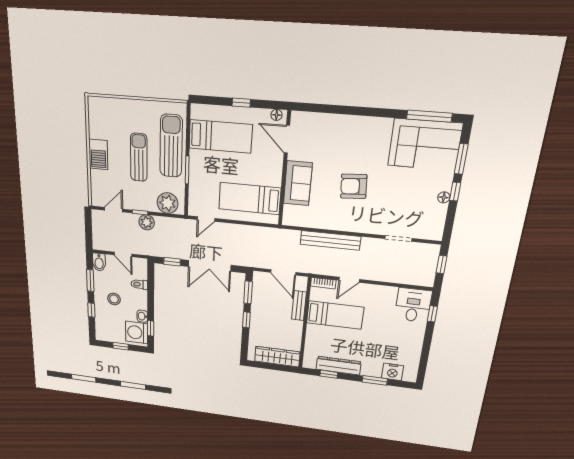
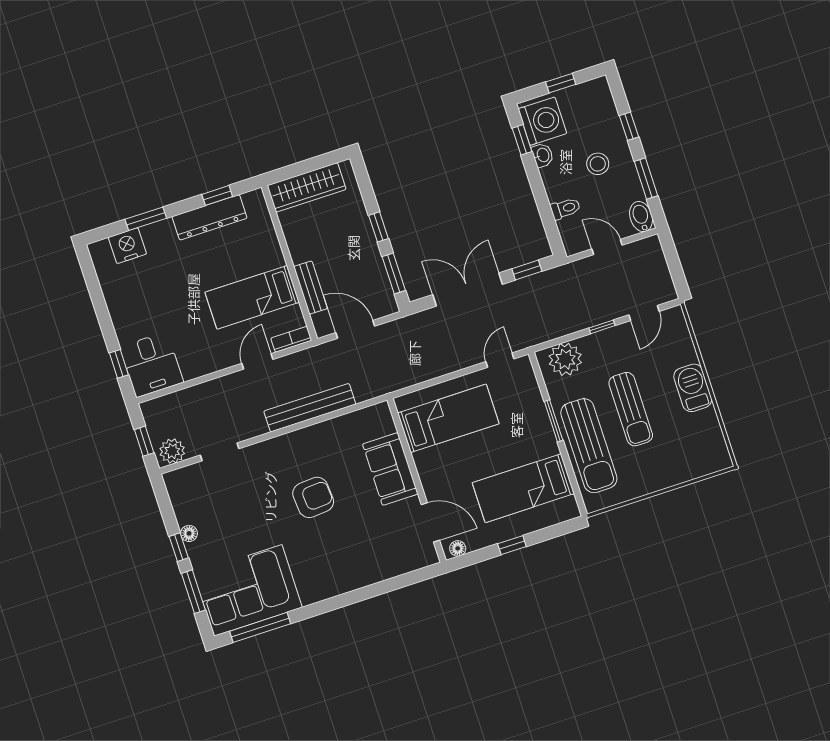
plant: (147, 222) -> (172, 451), moved

